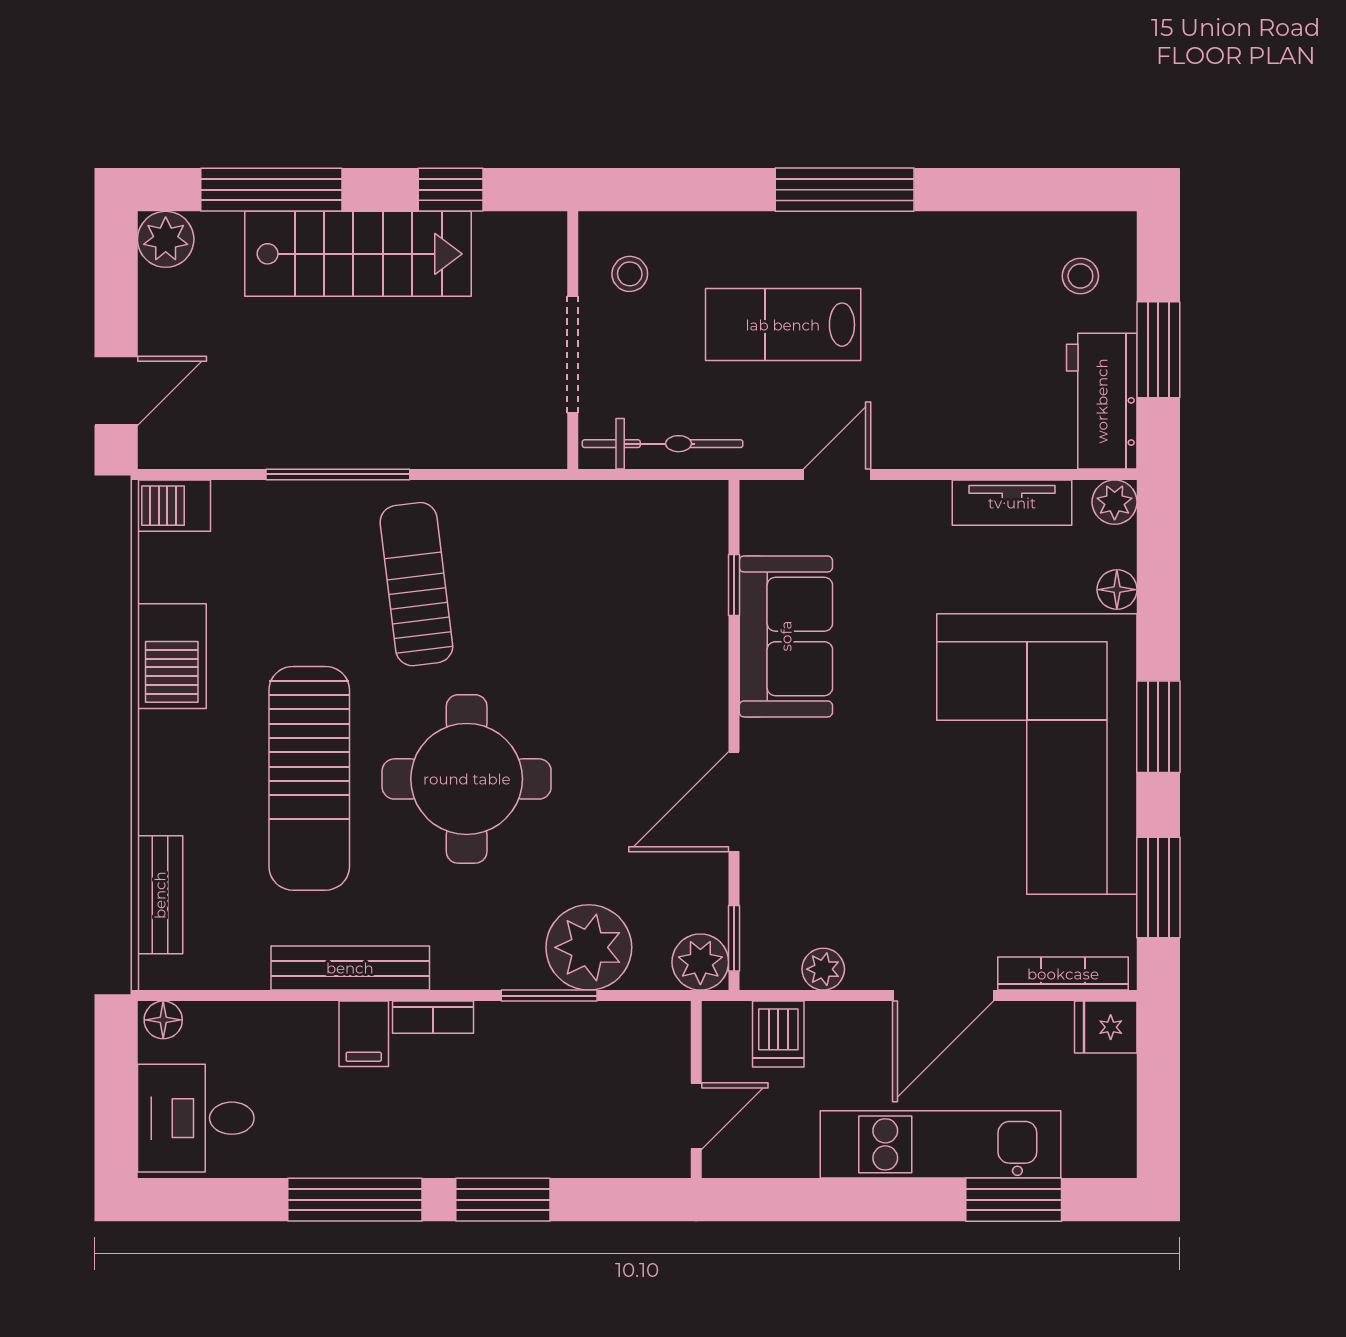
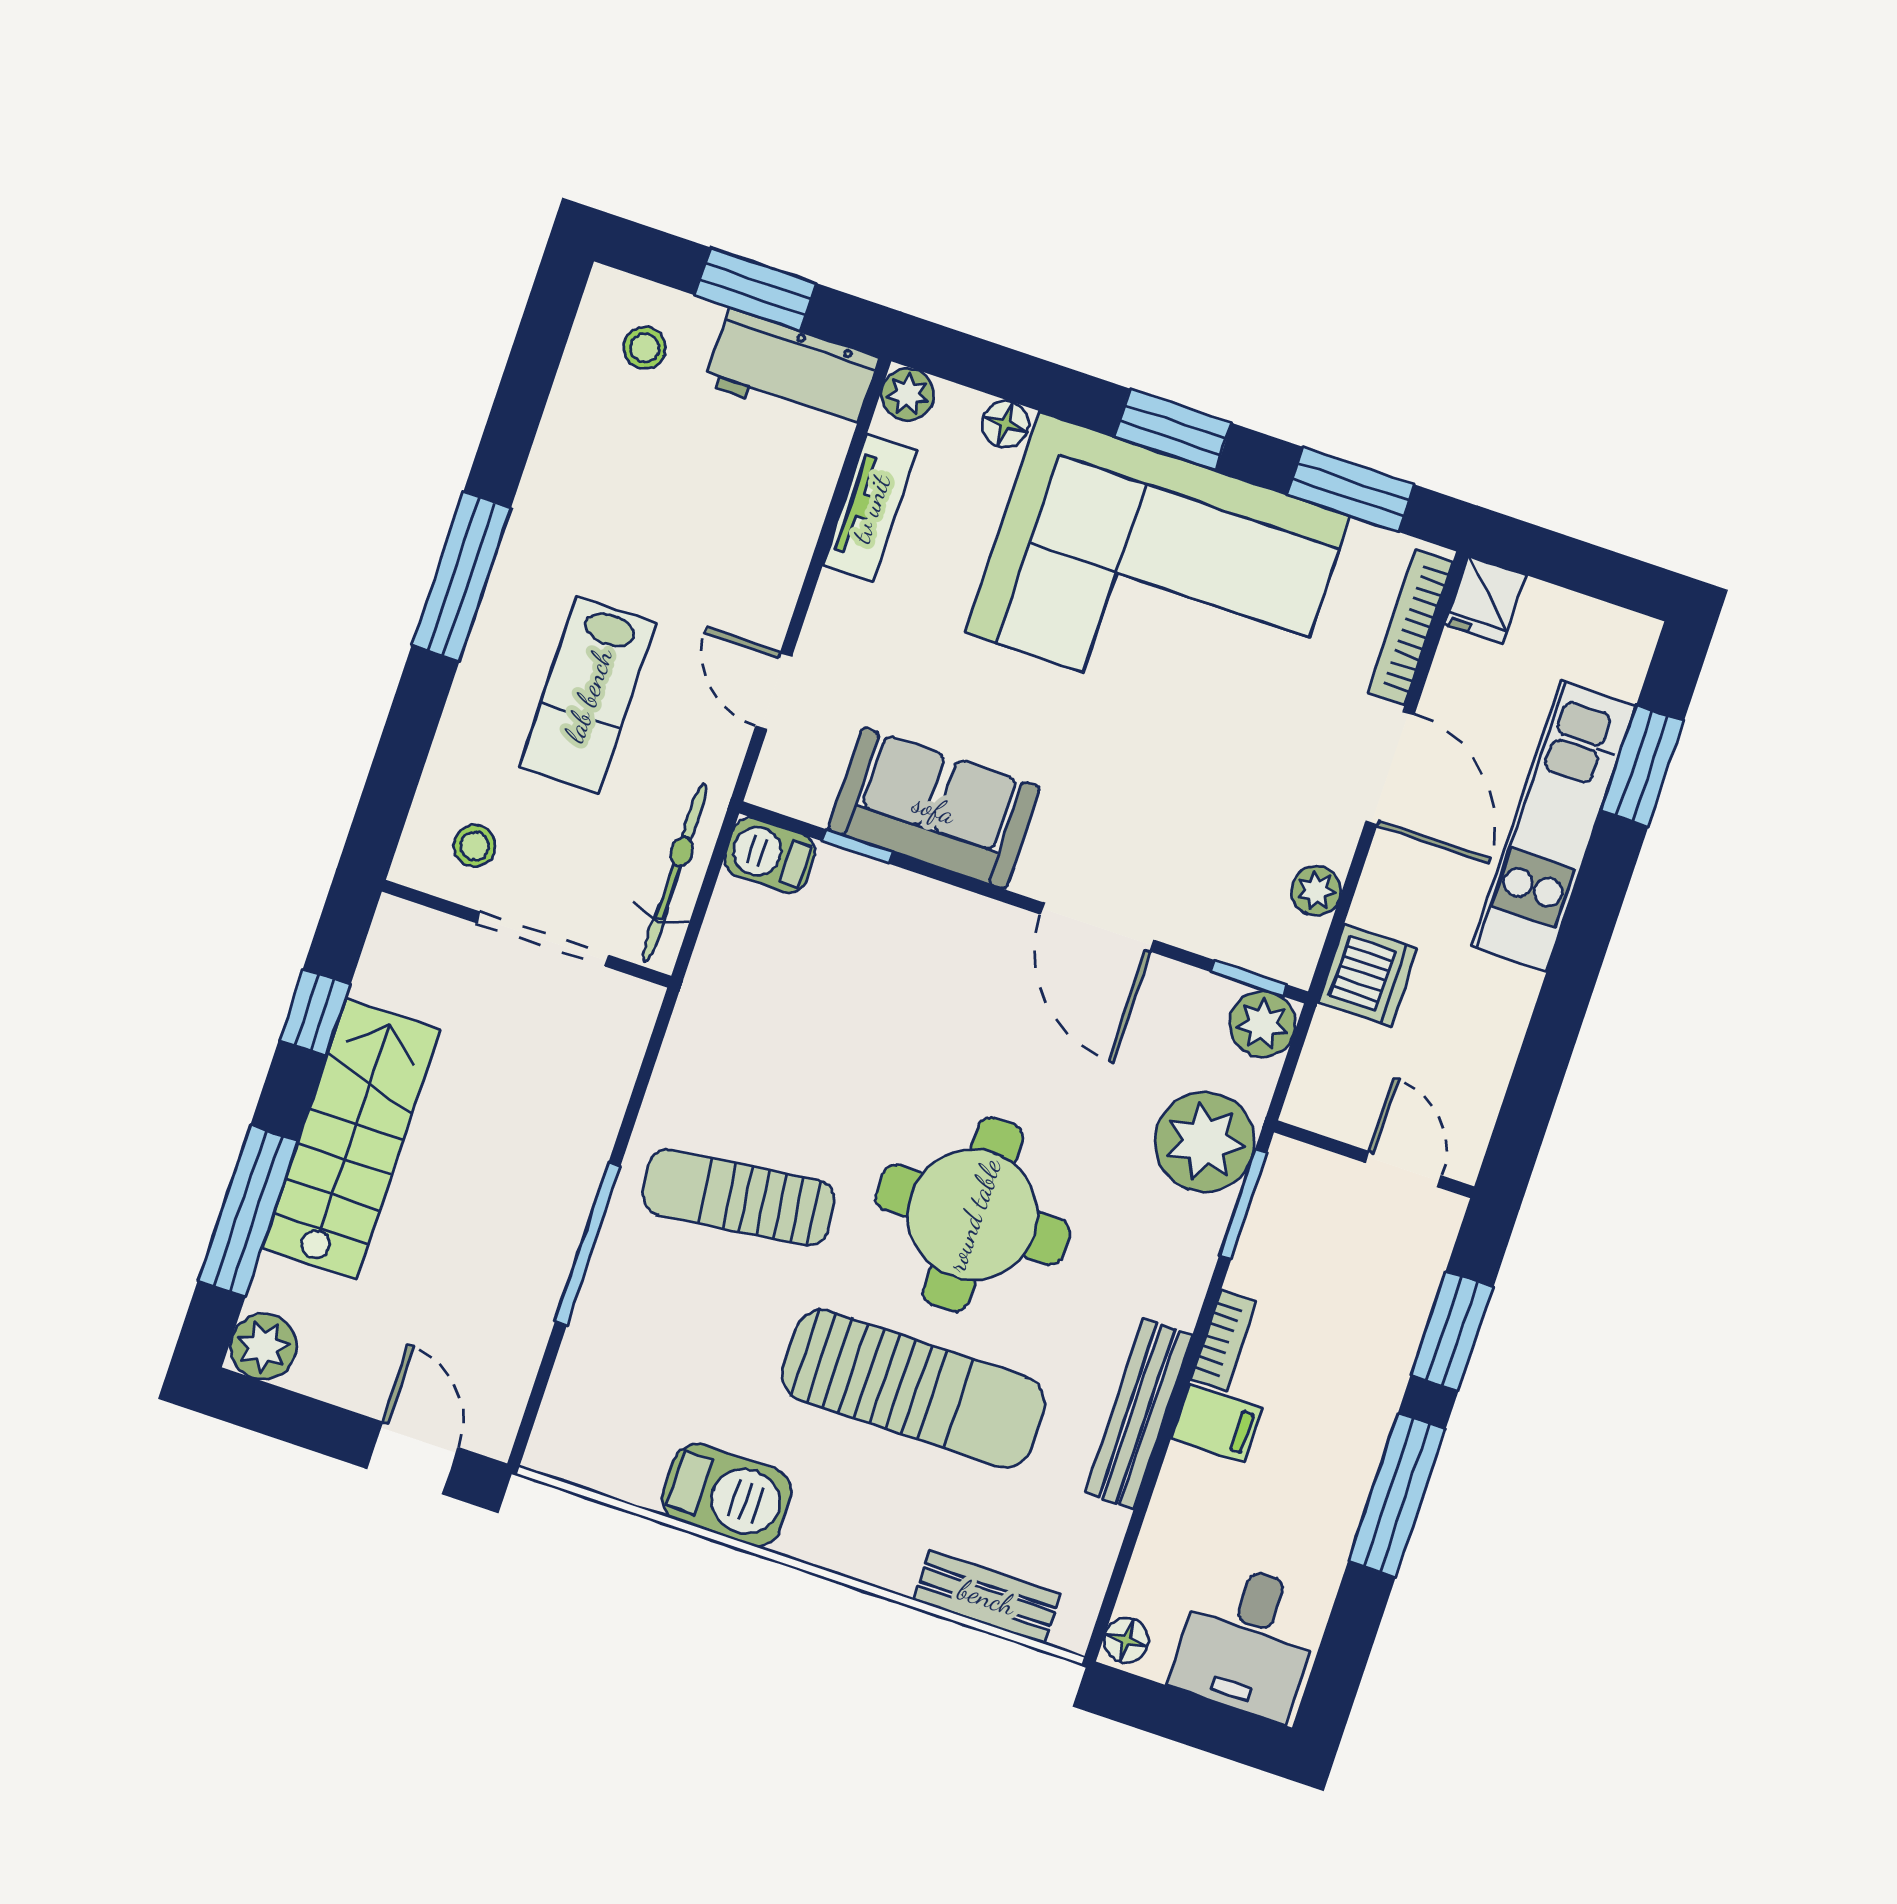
barbecue: (174, 506) -> (770, 855), moved, turned 90
dishwasher: (778, 1034) -> (1368, 975), width x1.38
wall: (696, 1090) -> (1374, 1159), moved
door: (696, 1116) -> (1404, 1169), moved

